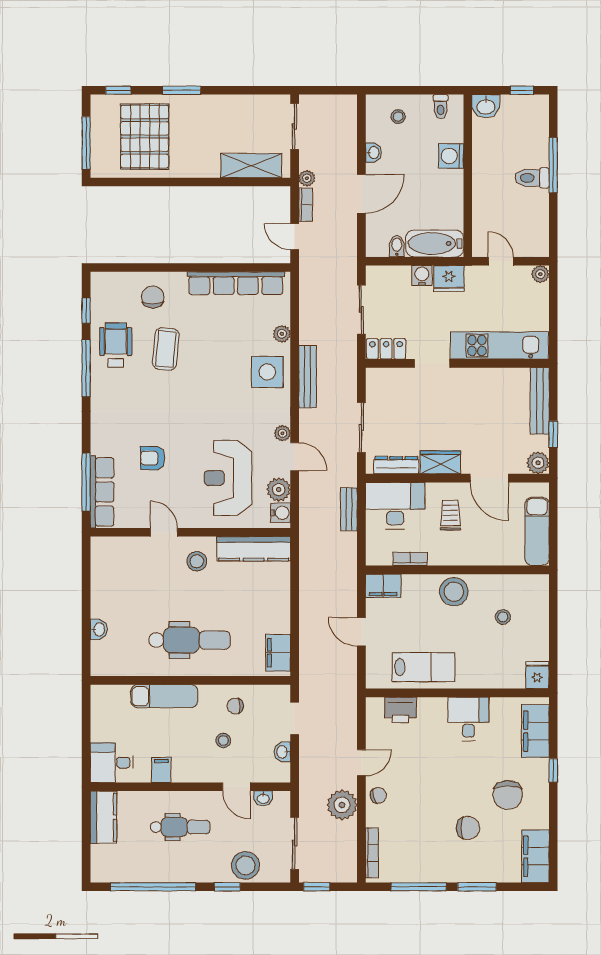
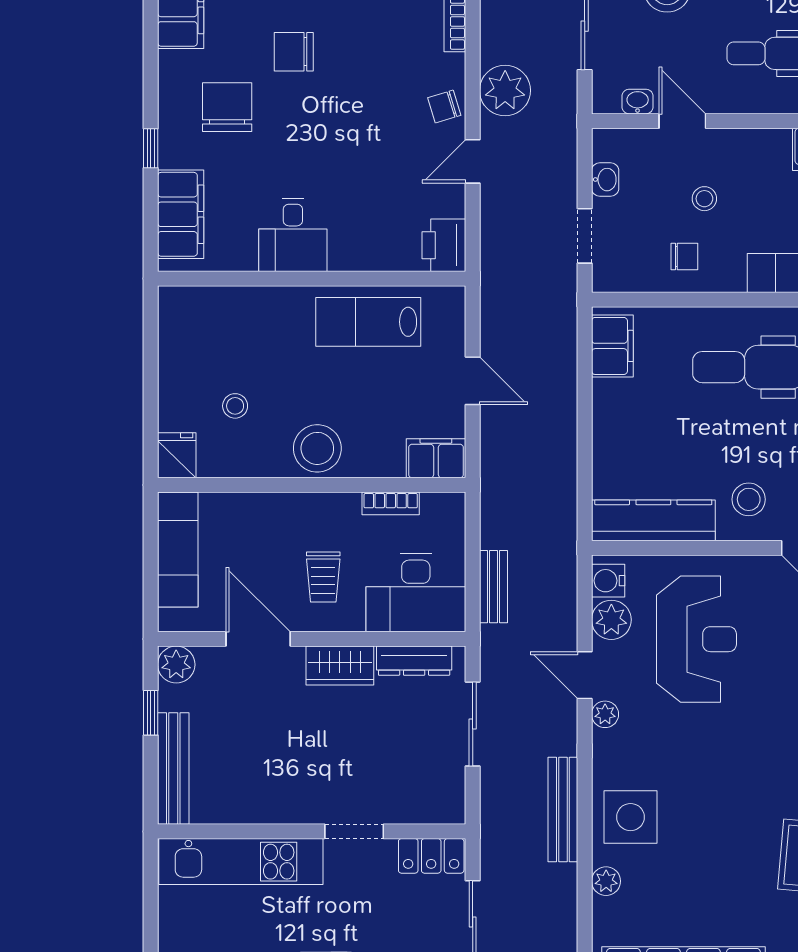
fridge: (537, 675) -> (177, 455), moved, turned 180
printer: (400, 710) -> (444, 245), moved, turned -90

